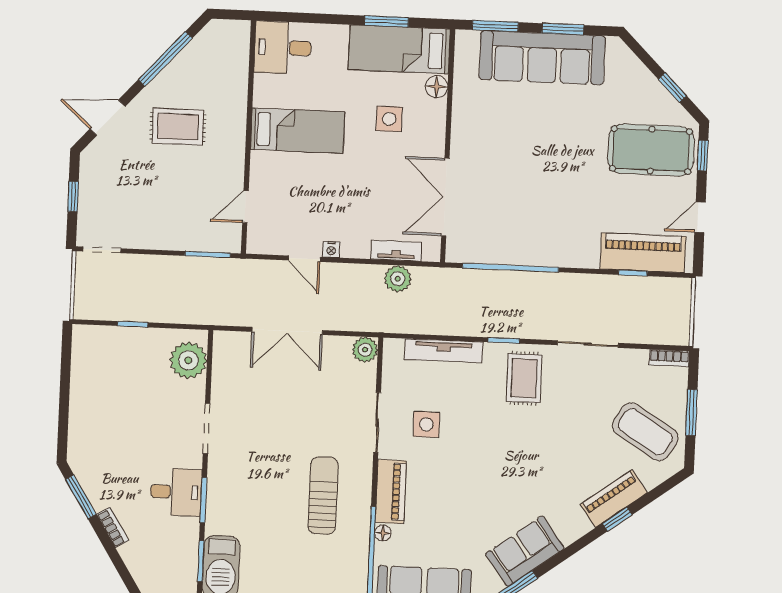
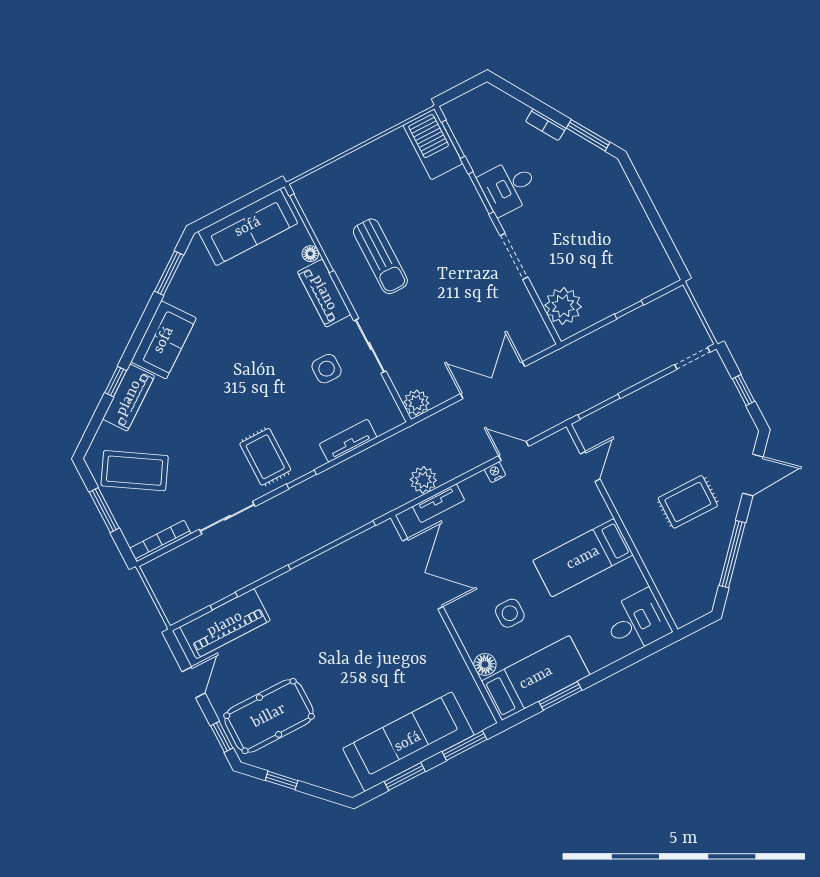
tv unit: (444, 351) -> (348, 441), width x0.71
bookcase: (669, 358) -> (160, 541), width x1.56
sofa: (525, 551) -> (164, 340), moved

